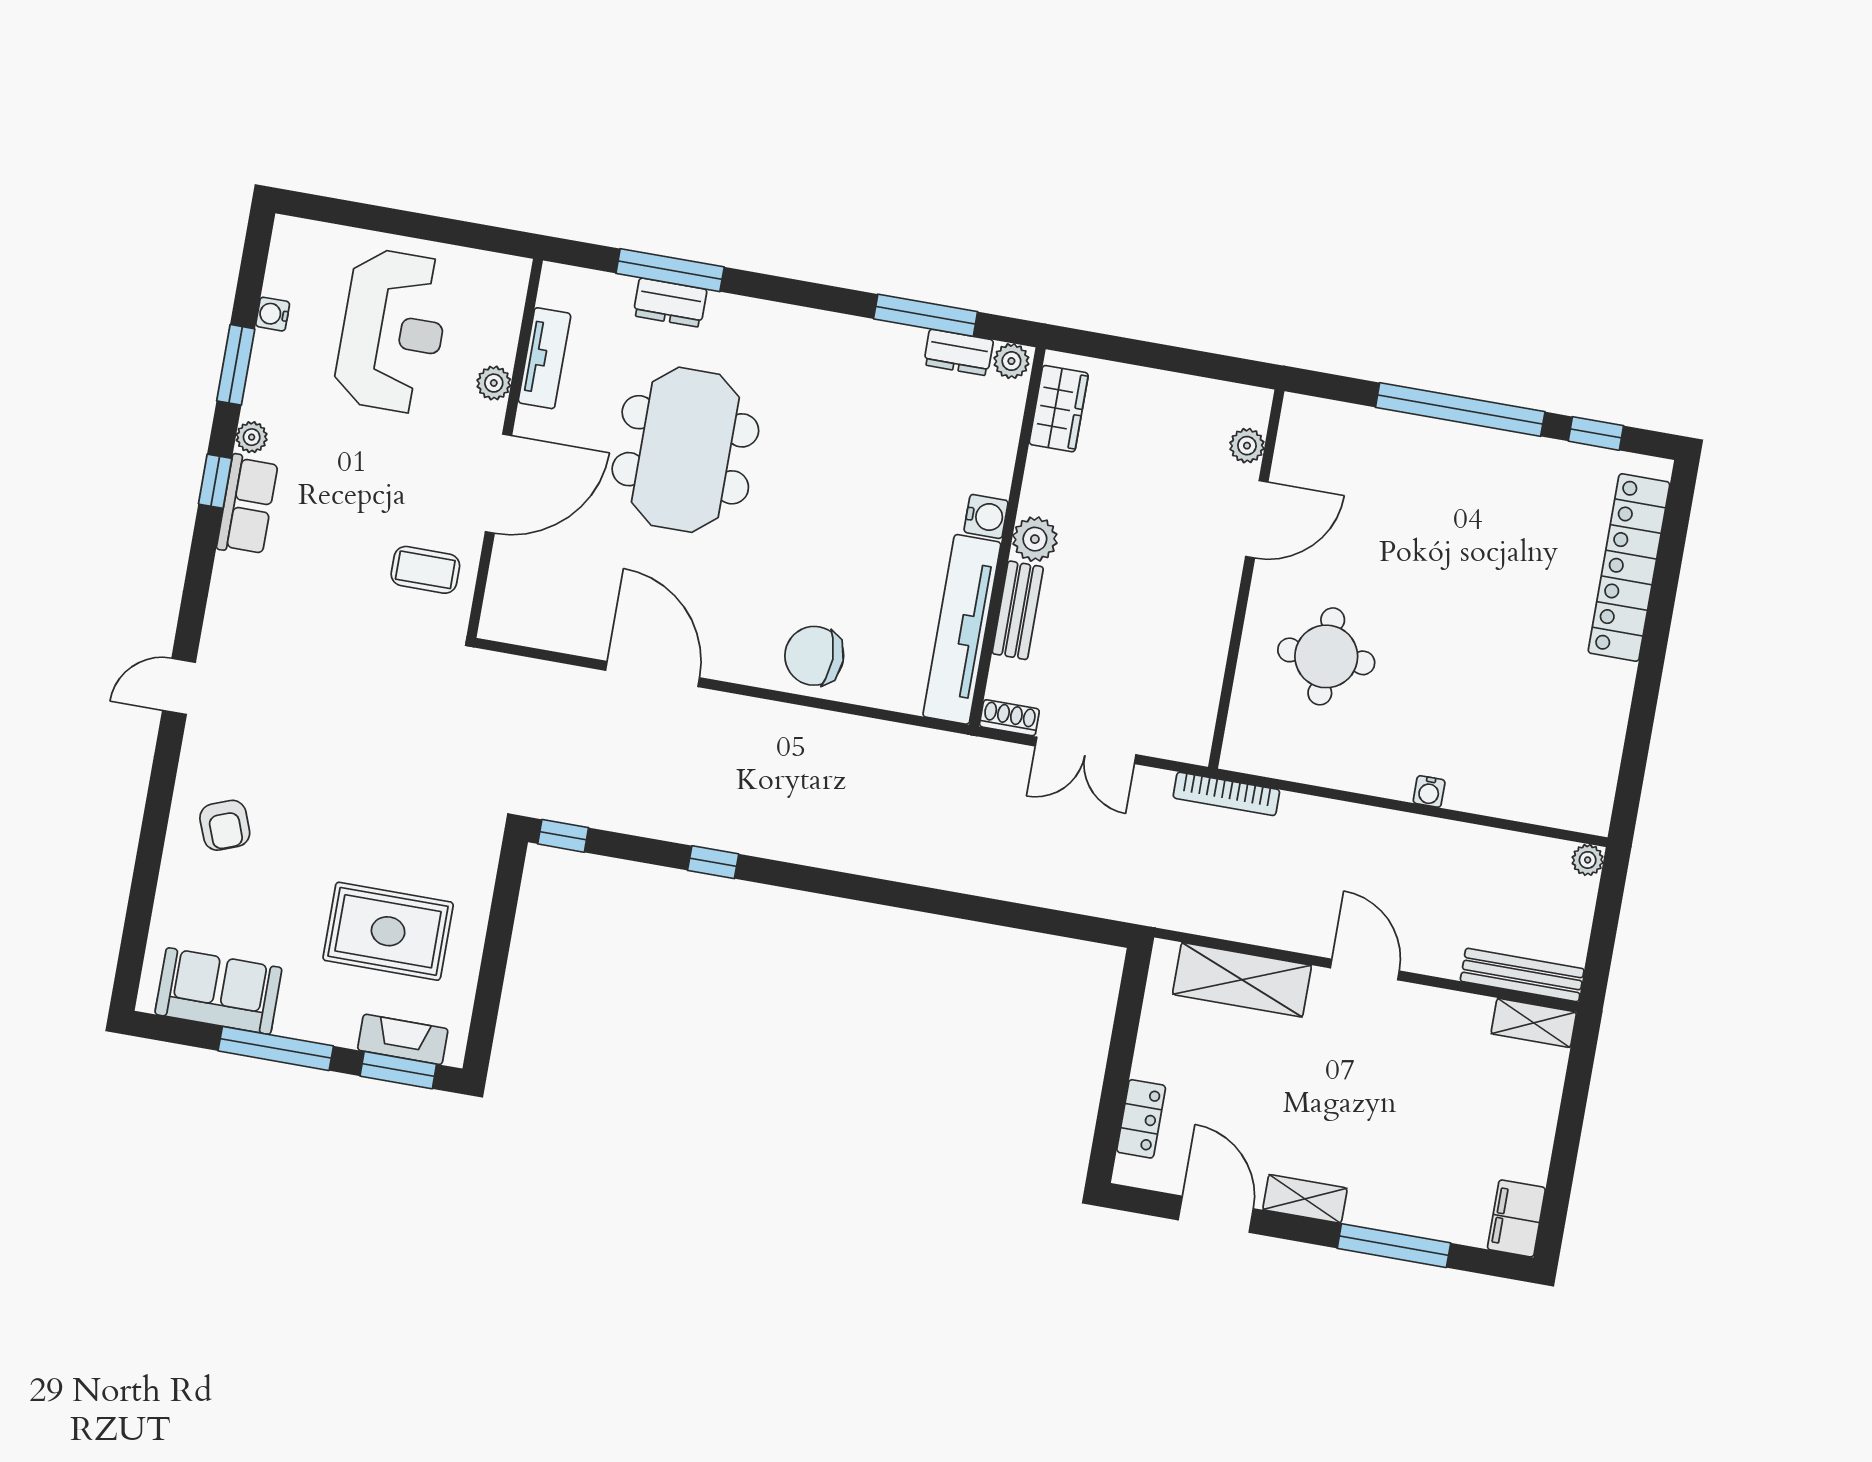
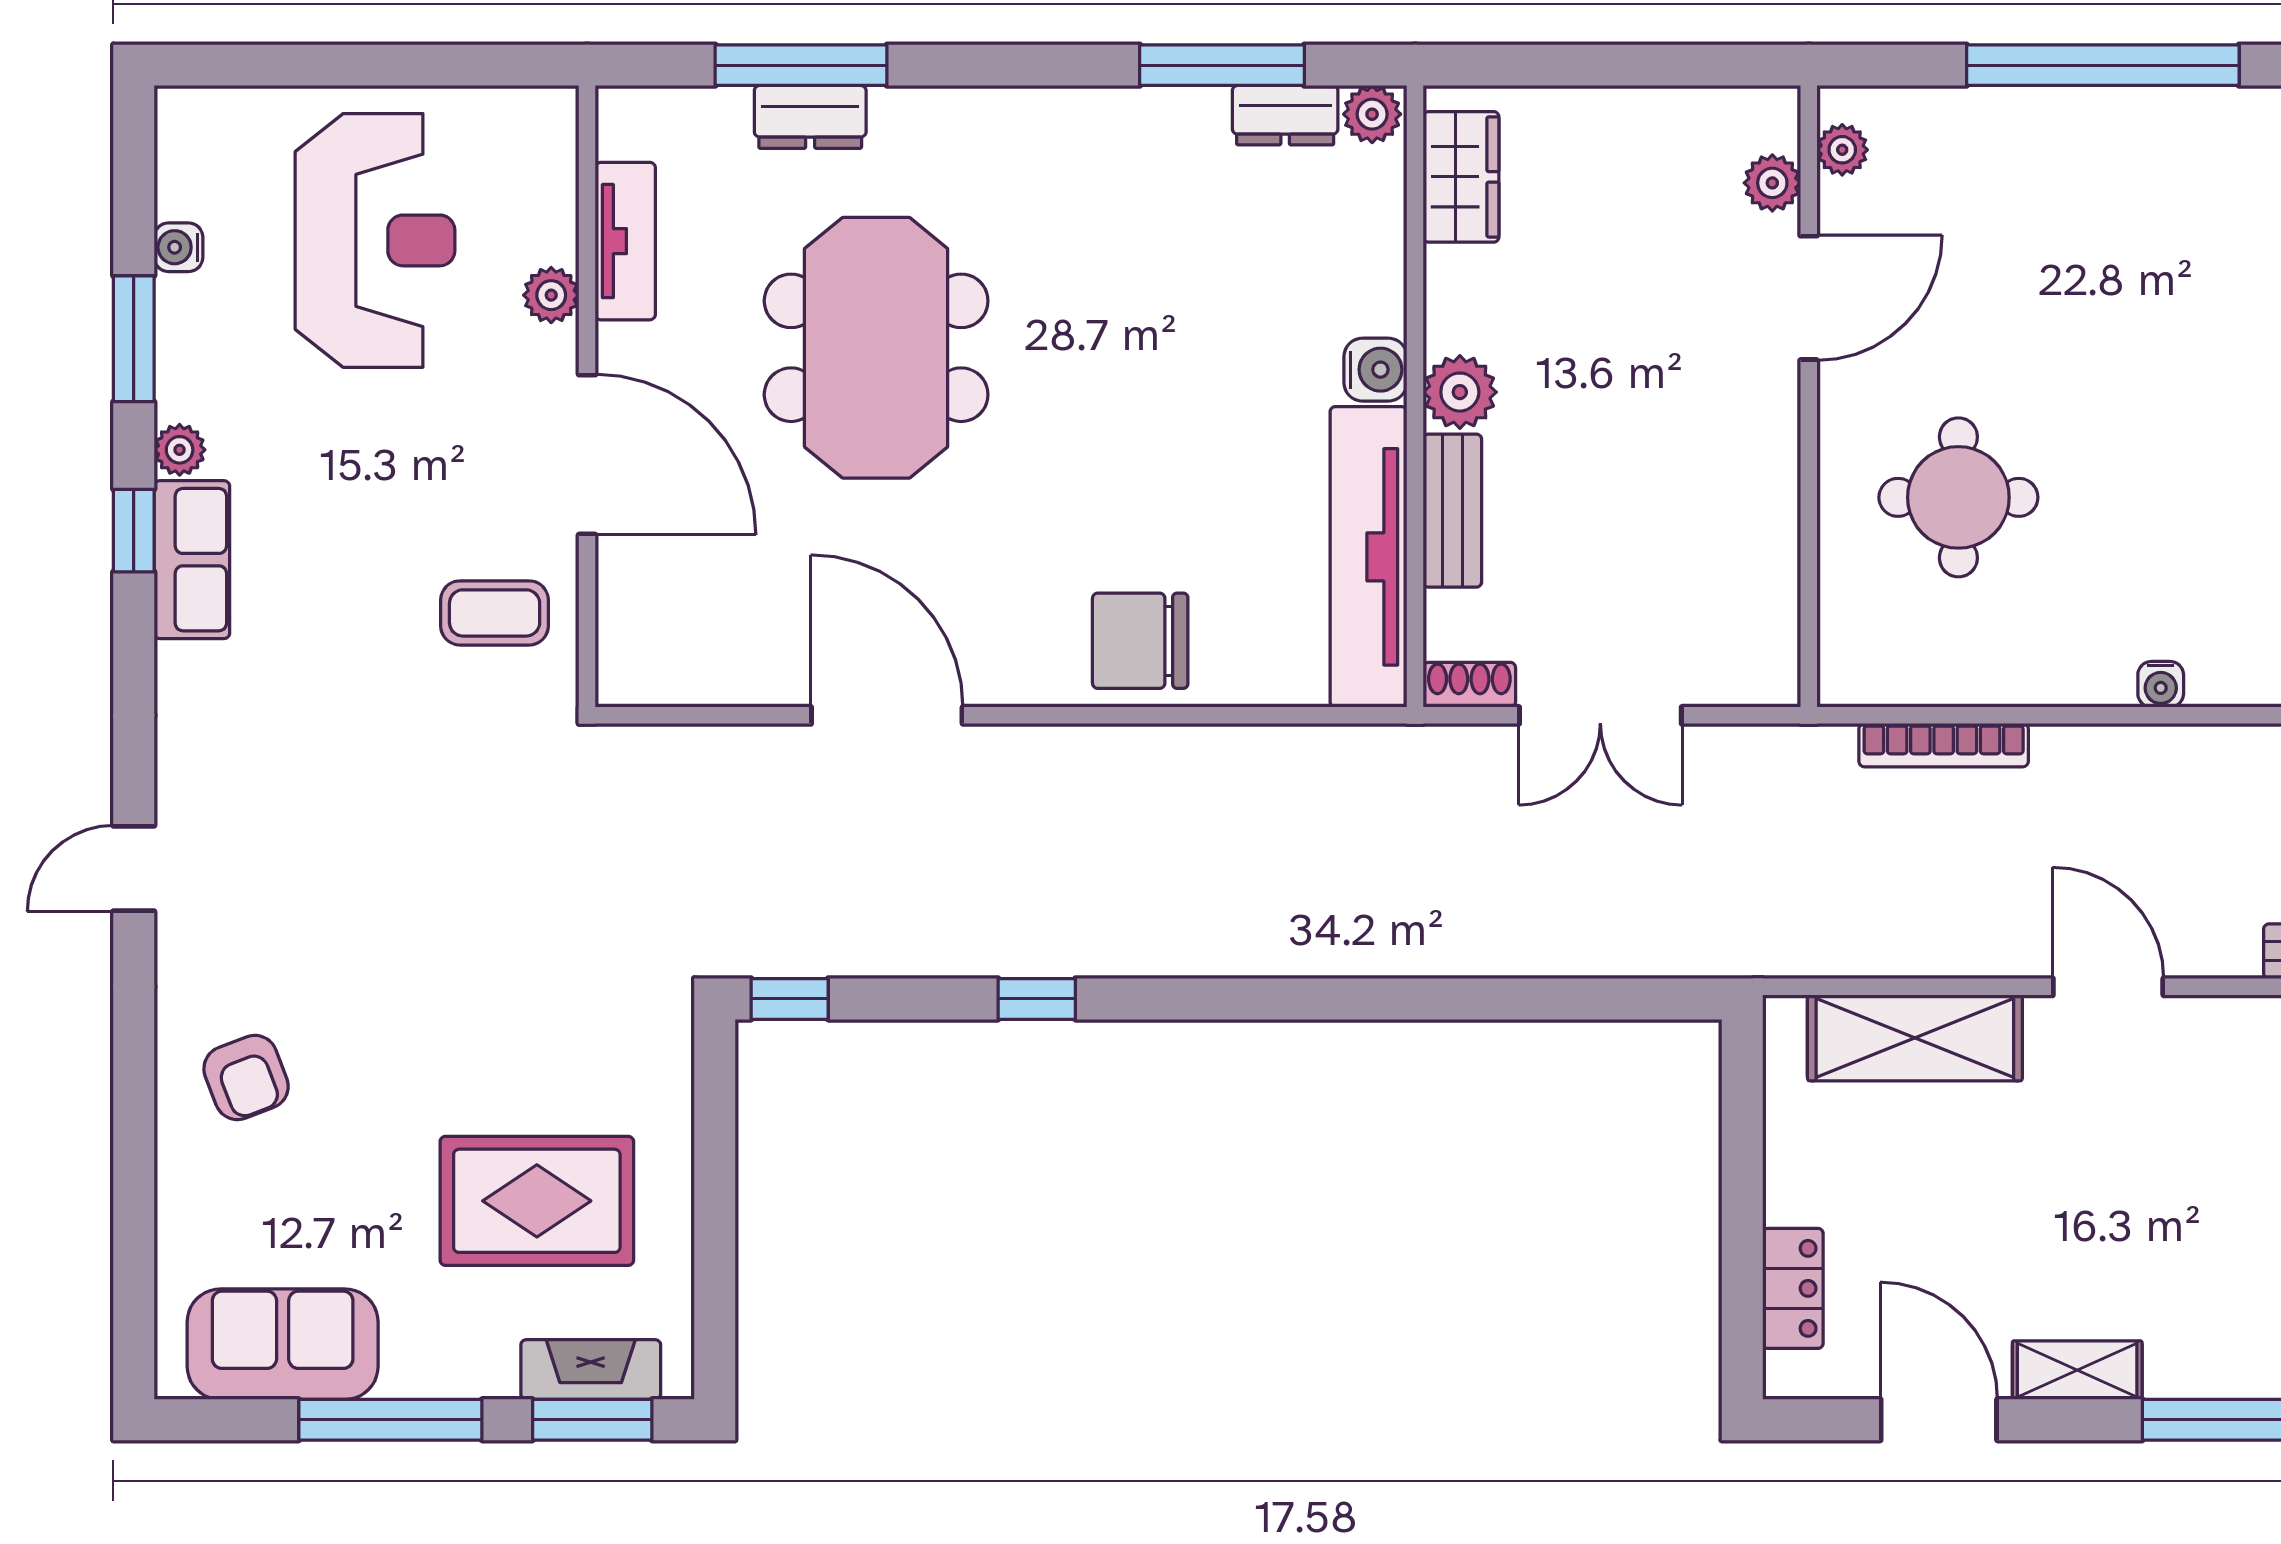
plant: (1293, 433) -> (1842, 150), added
door: (498, 484) -> (587, 455), hinge flipped
bookcase: (1226, 794) -> (1944, 745), moved

